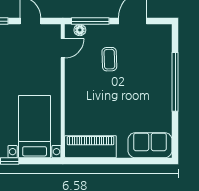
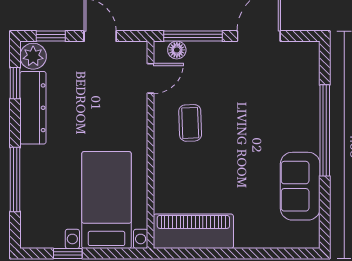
coffee table: (109, 59) -> (190, 123), moved
sofa: (150, 145) -> (300, 186), moved, turned -90

